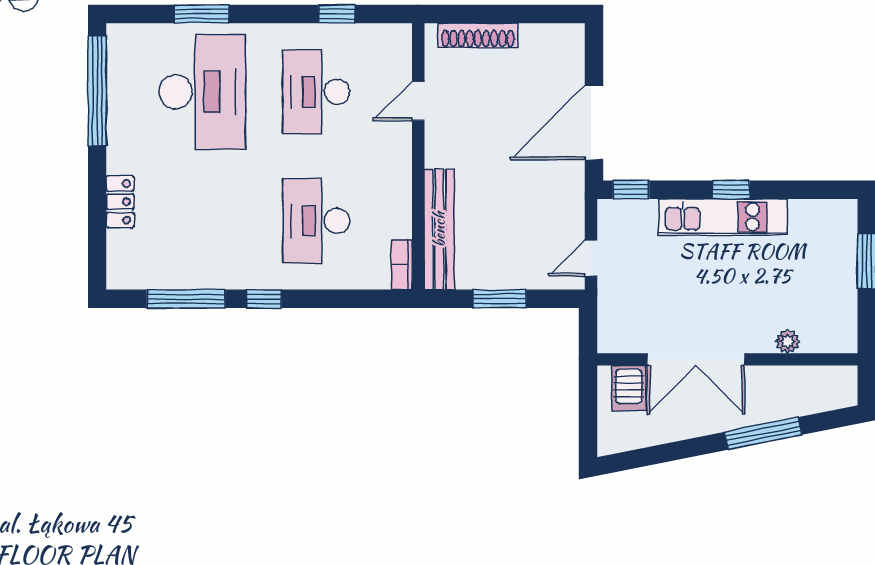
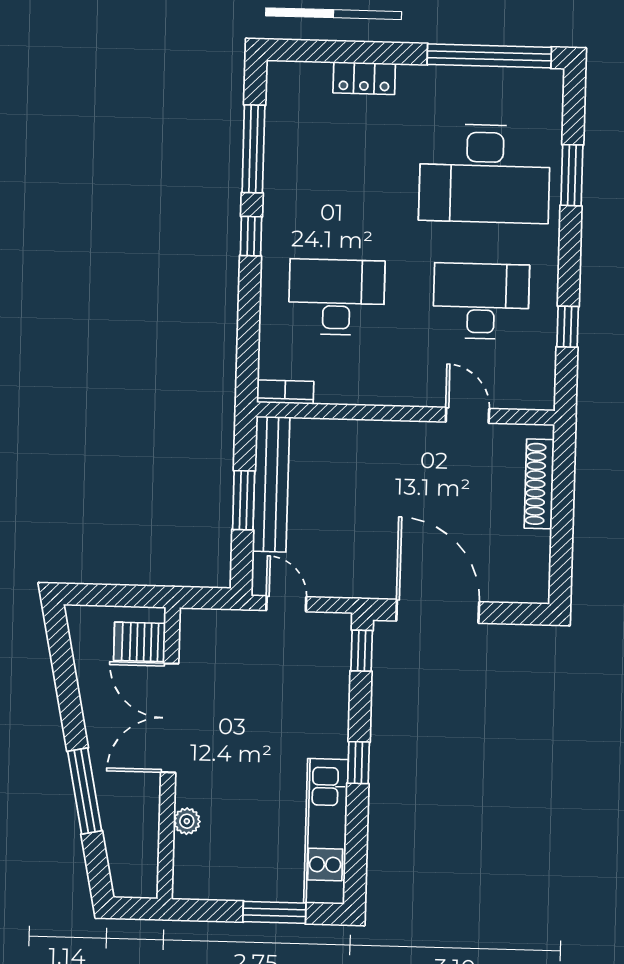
kitchen unit: (723, 217) -> (326, 831), moved
bench: (439, 229) -> (271, 484), moved, turned 90

